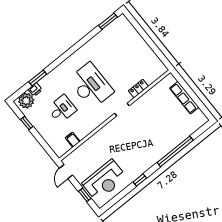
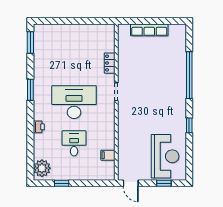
window: (38, 78) -> (30, 90), moved
printer: (35, 90) -> (39, 127), moved

